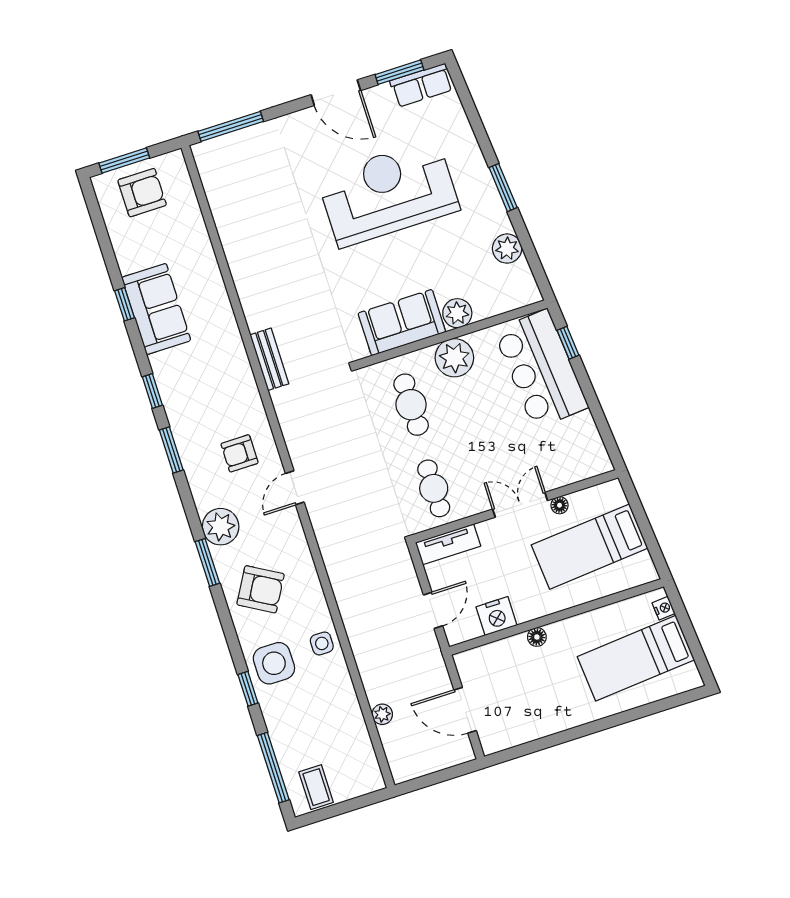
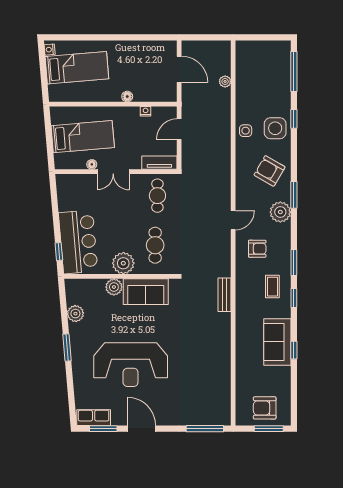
nightstand: (664, 608) -> (50, 50), moved
nightstand: (496, 616) -> (146, 111), width x0.53, depth x0.56
coffee table: (316, 787) -> (272, 287), moved

